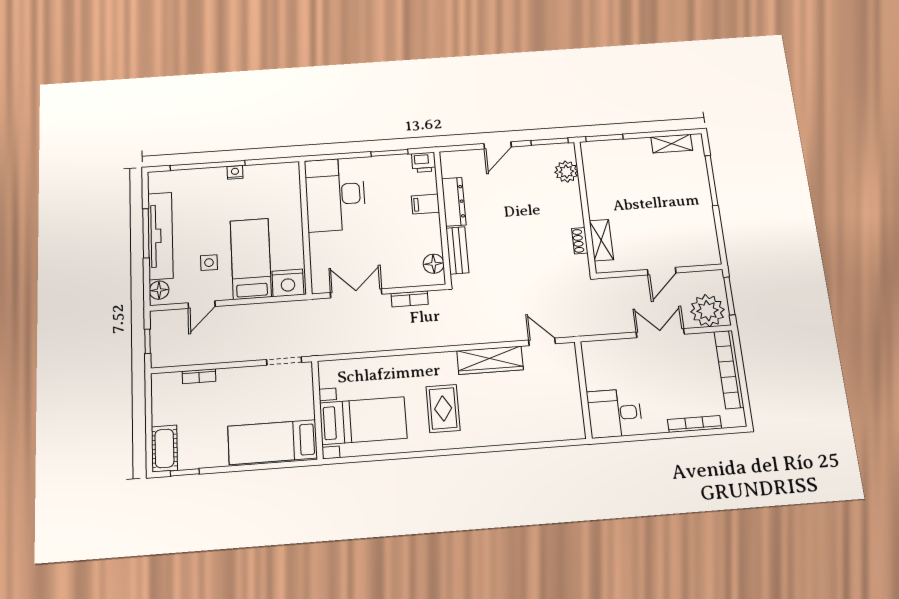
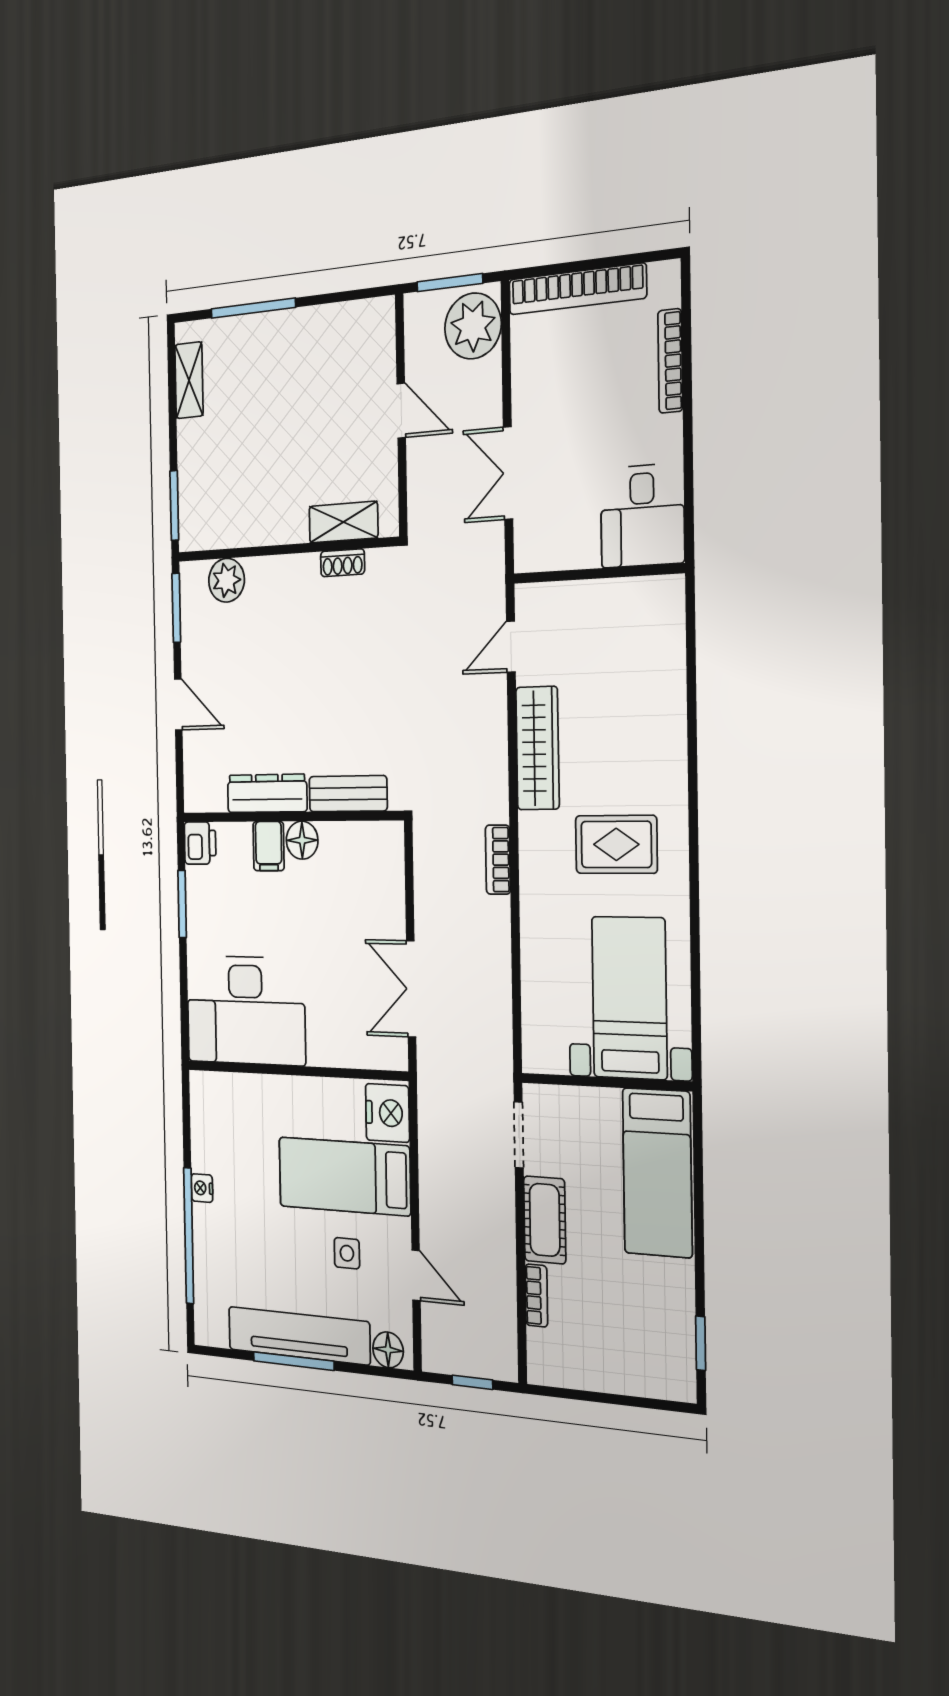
floor lamp: (434, 264) -> (302, 840), moved
bookcase: (410, 299) -> (498, 860), moved, turned 180
double door: (660, 333) -> (508, 473), moved
cot: (164, 448) -> (545, 1220), moved, turned 90

